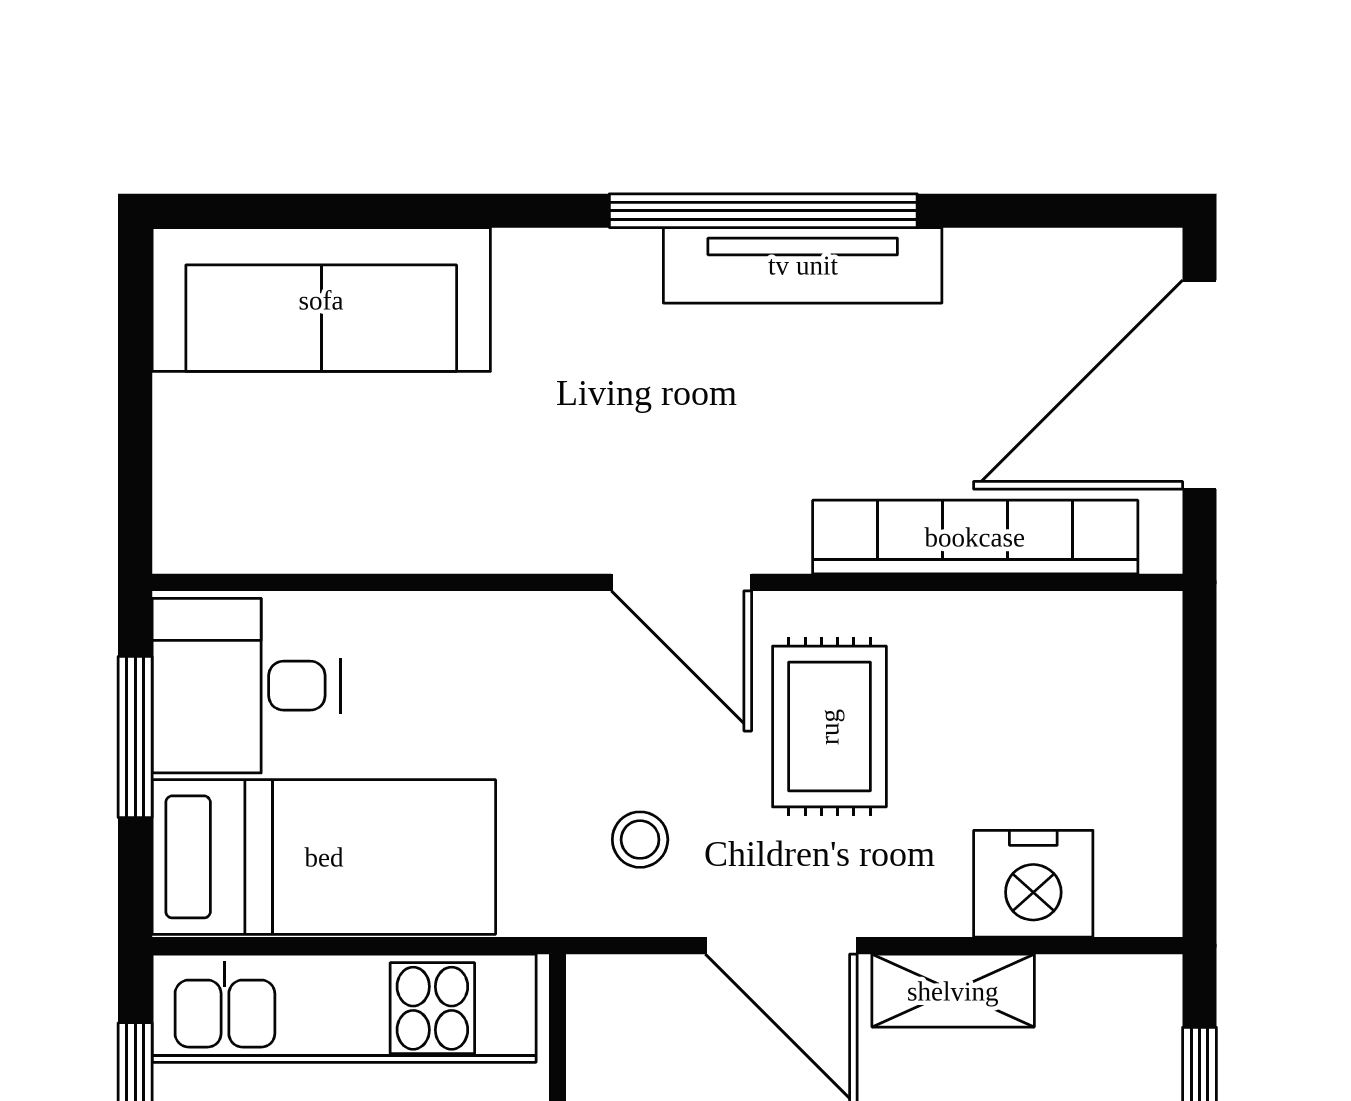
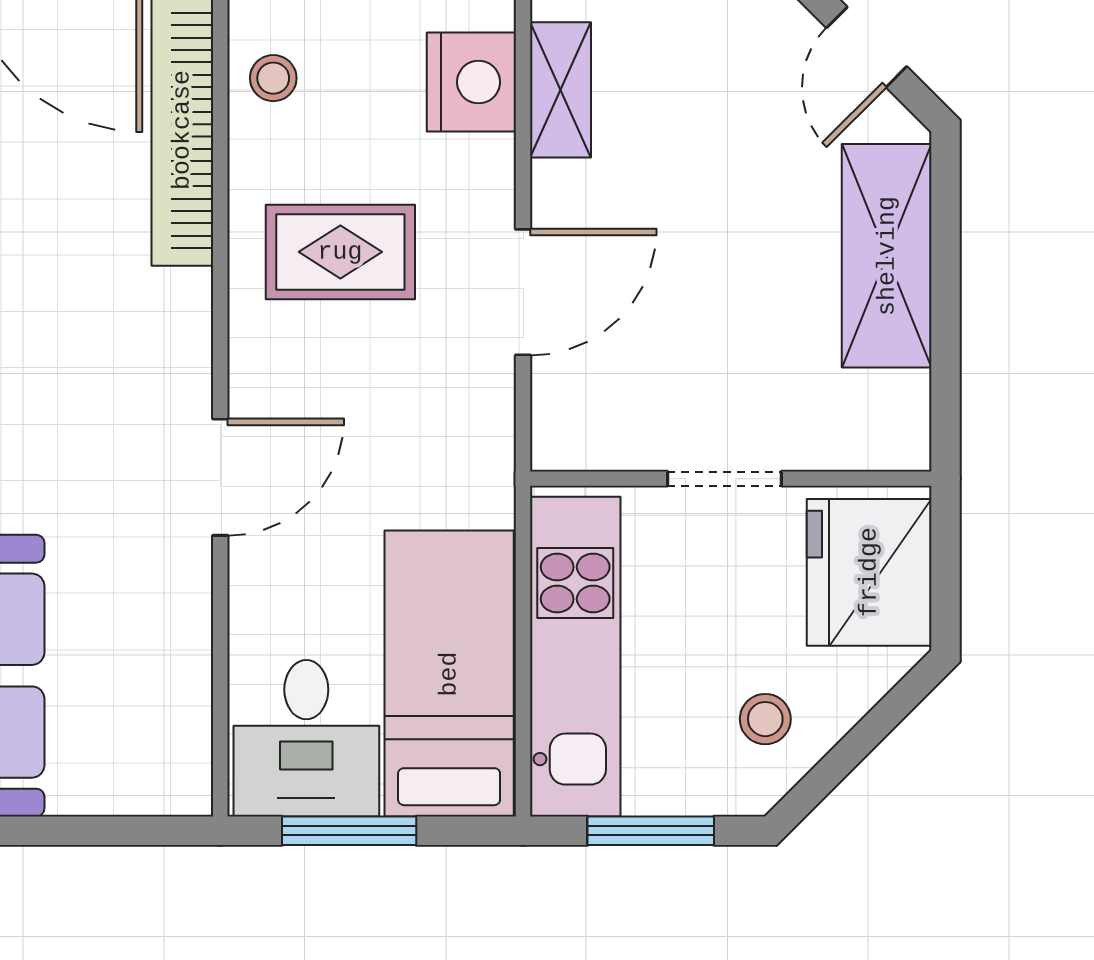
door: (681, 582) -> (220, 477), moved
stool: (640, 840) -> (273, 78), moved
shelving: (953, 991) -> (561, 90), moved

